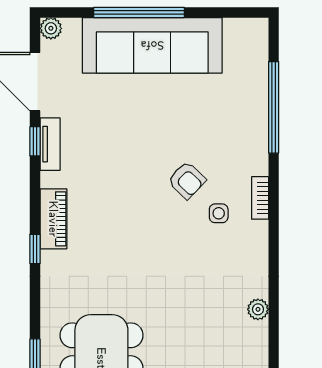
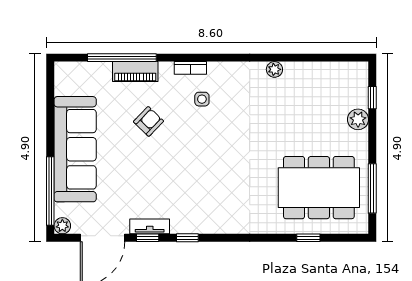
window: (139, 12) -> (50, 191), moved
armchair: (187, 180) -> (149, 121), moved
piano: (53, 219) -> (135, 72), moved, turned 180
window: (35, 249) -> (187, 238), moved

